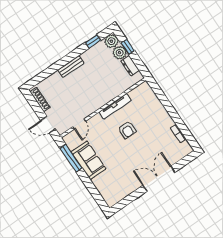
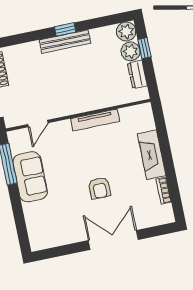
window: (93, 41) -> (65, 29), moved
bench: (71, 67) -> (65, 42), width x1.36
fireplace: (161, 114) -> (152, 155), added
armchair: (127, 130) -> (100, 188), moved

